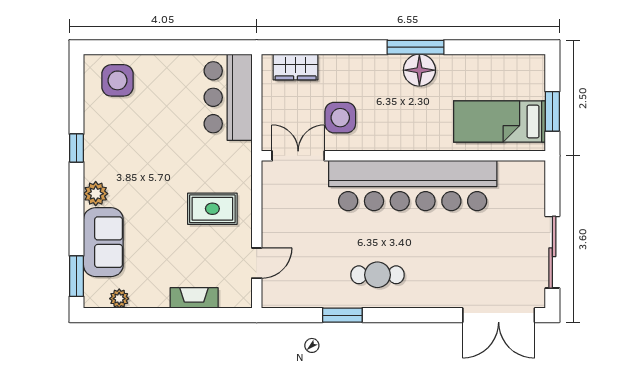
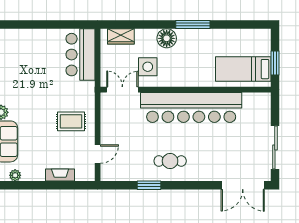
floor lamp: (419, 70) -> (167, 38), moved
side table: (117, 80) -> (14, 44), removed

